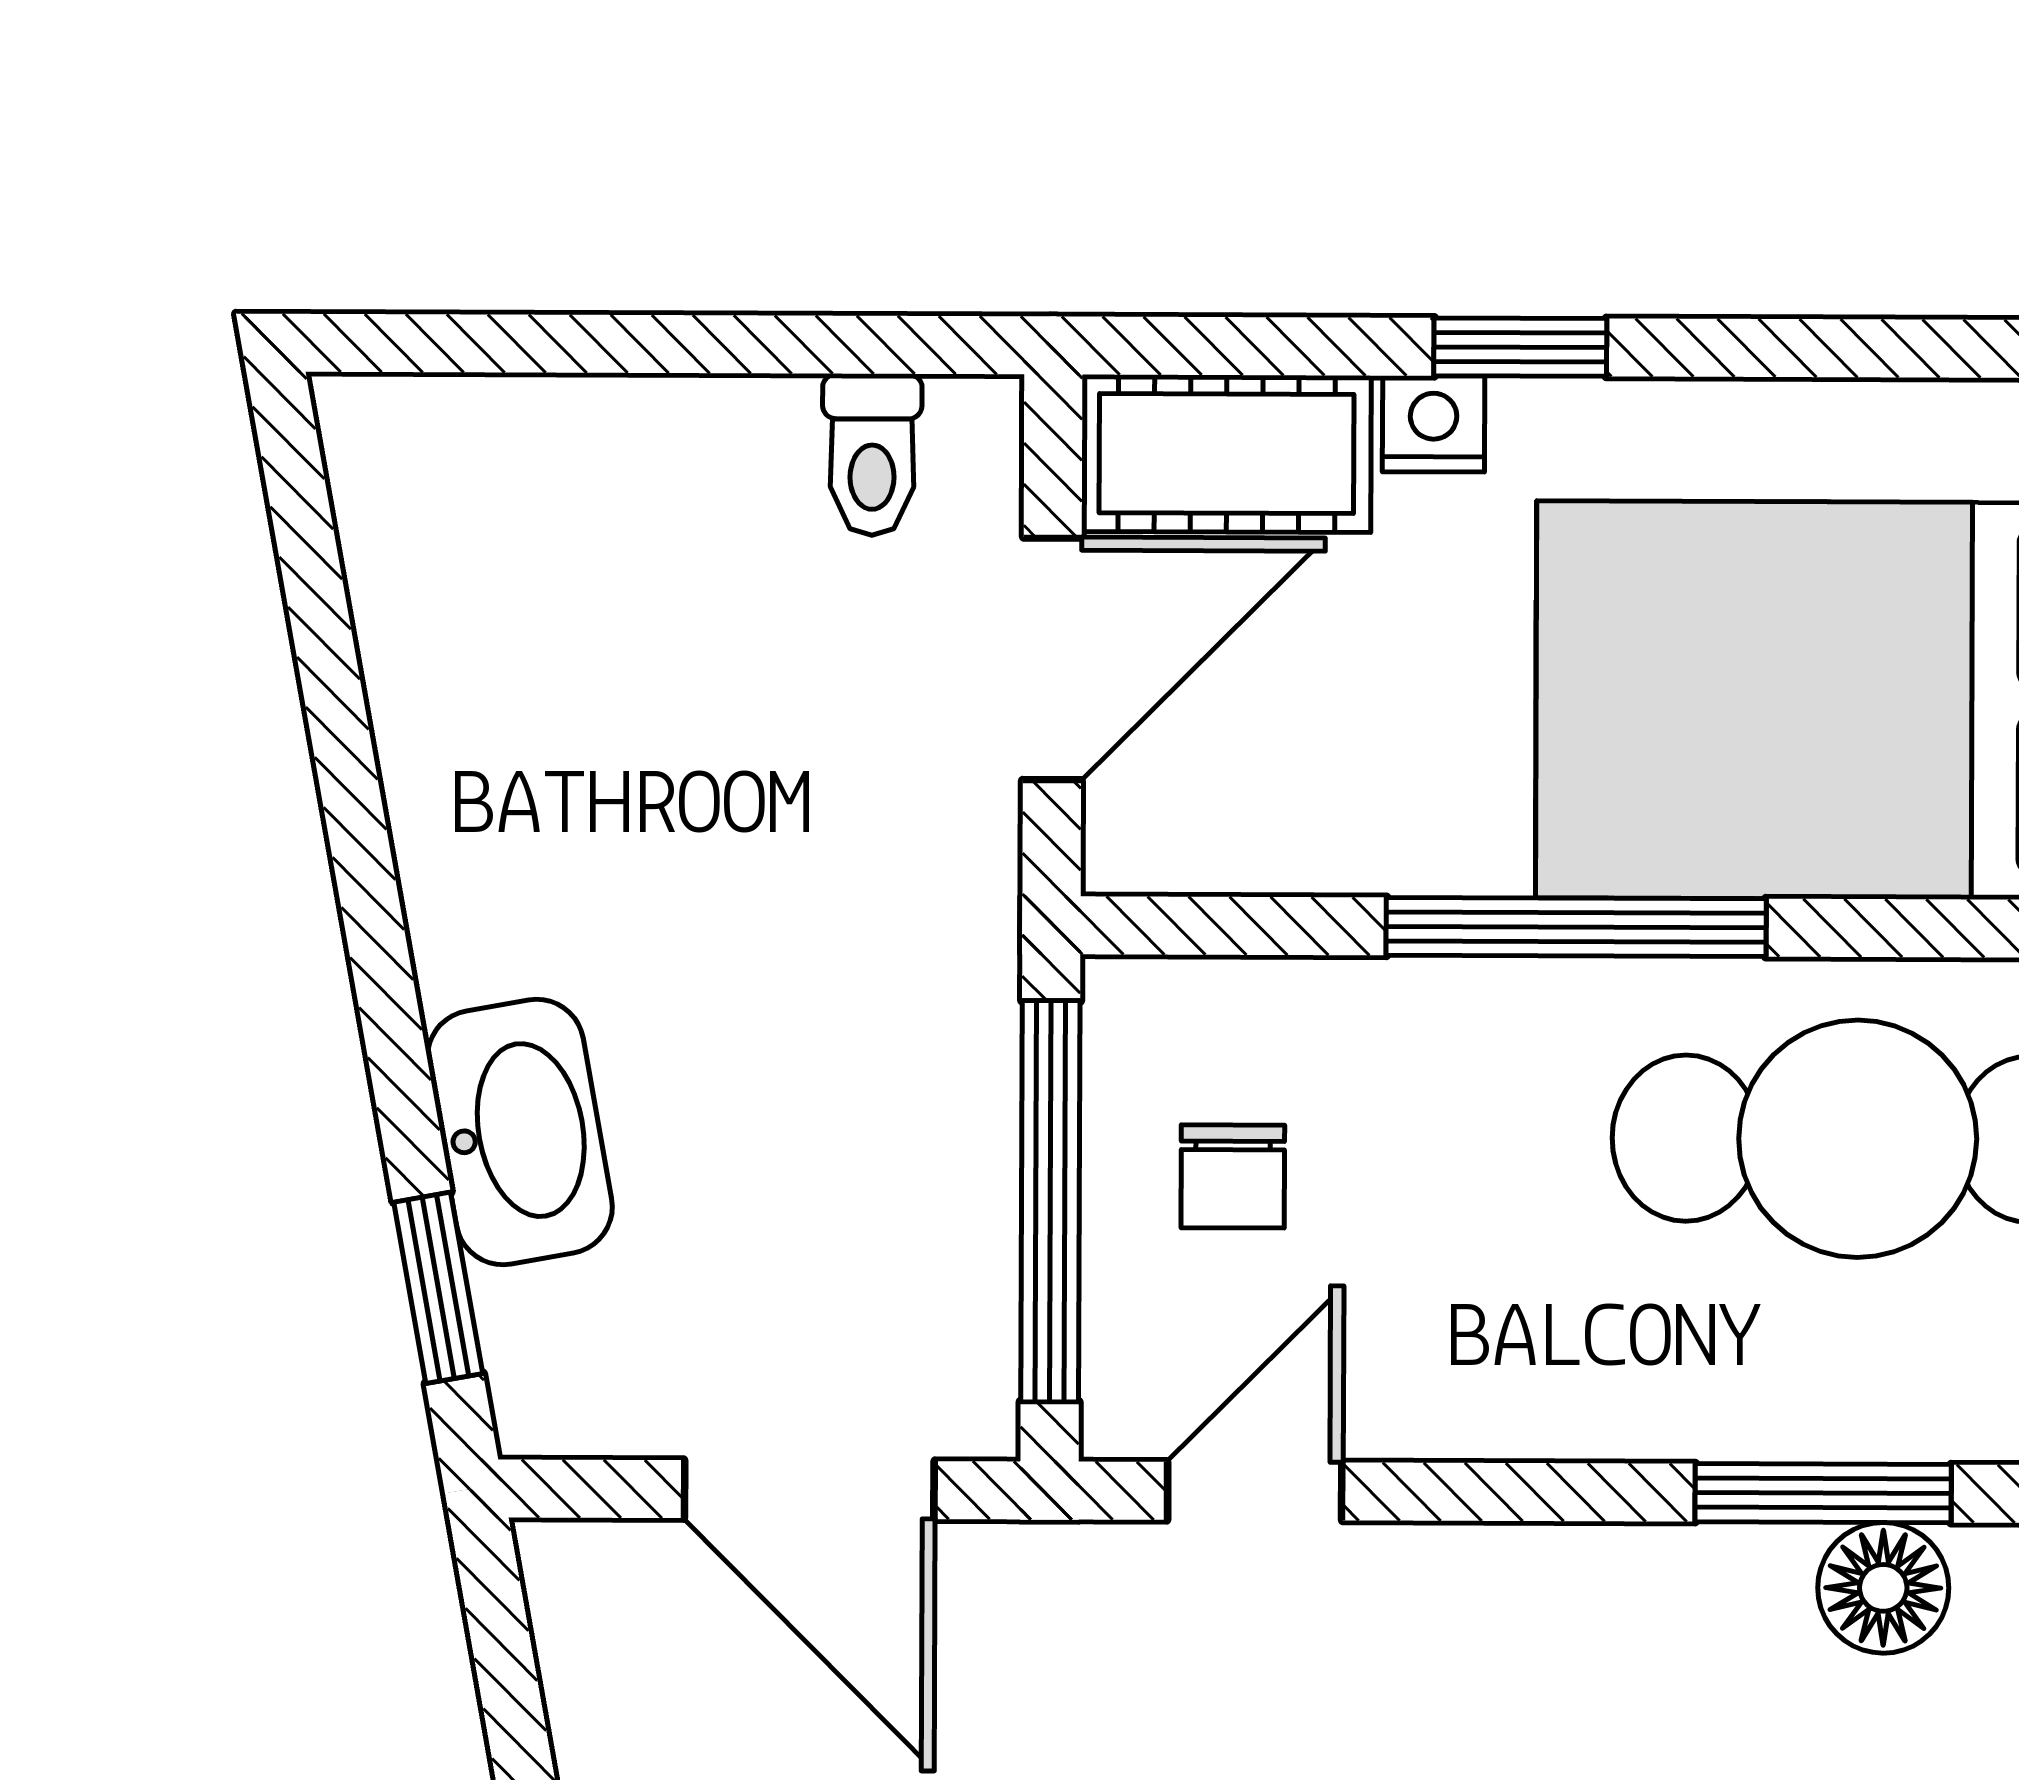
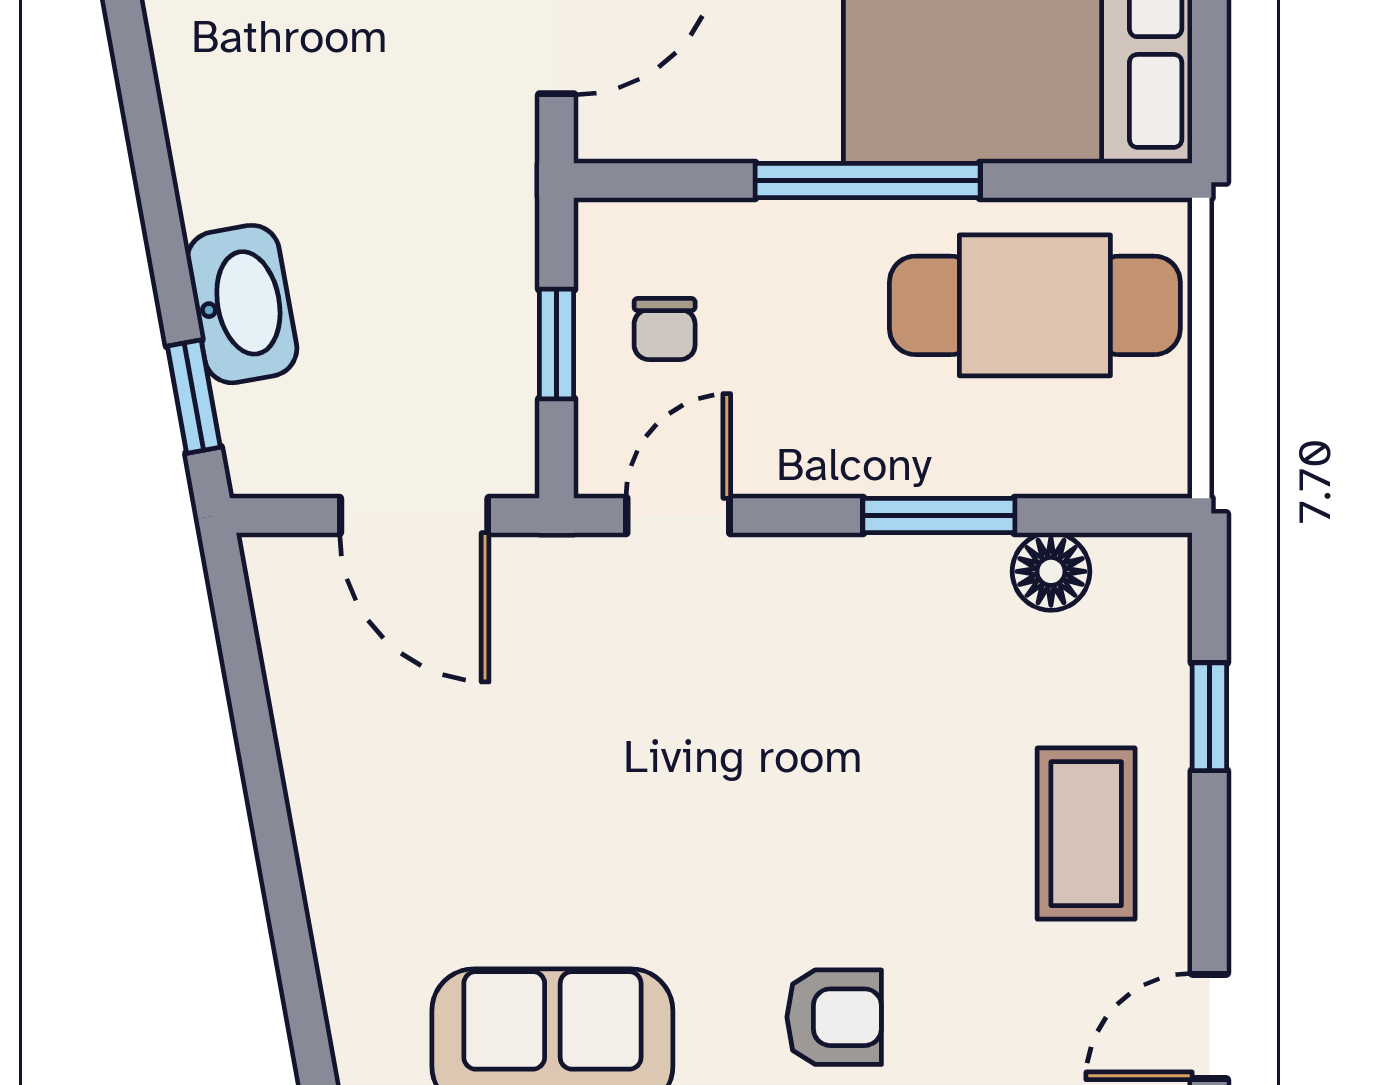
window: (1050, 1201) -> (557, 344), width x0.46
window: (1823, 1493) -> (939, 515), moved

